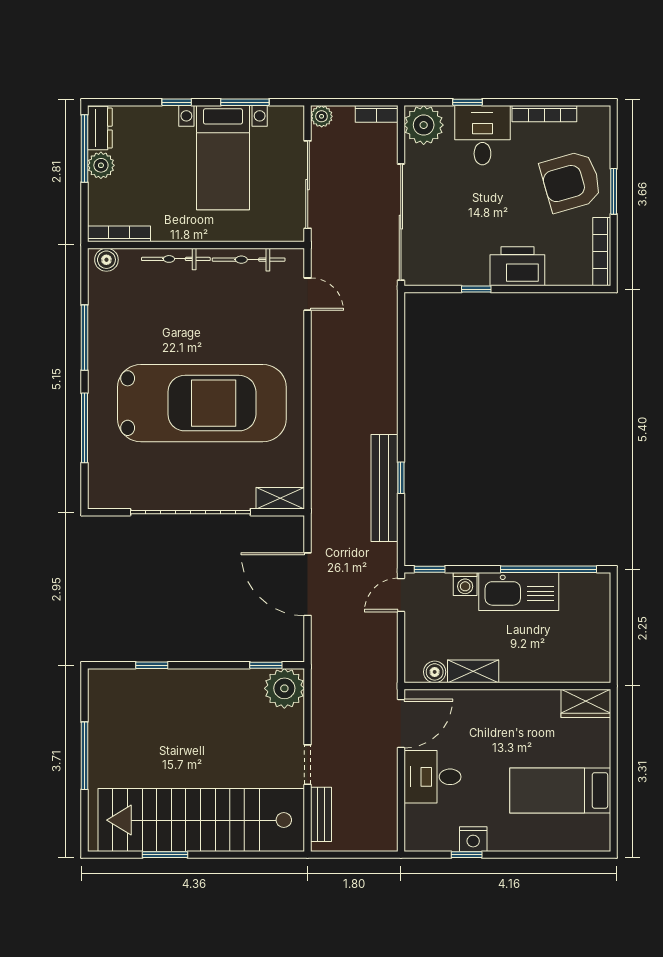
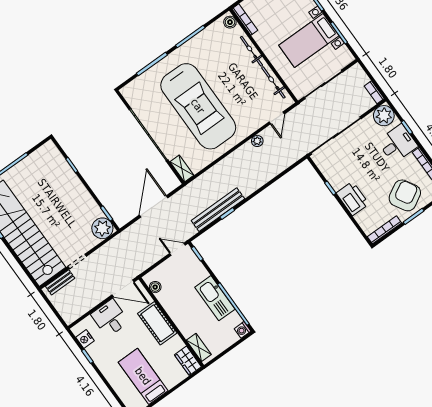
plant: (322, 116) -> (257, 141), moved
armchair: (571, 182) -> (405, 195), turned 76
washing machine: (465, 584) -> (243, 330), moved
shelving: (473, 671) -> (199, 347), moved
cot: (493, 709) -> (157, 323), added
nightstand: (473, 839) -> (85, 339), moved

